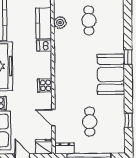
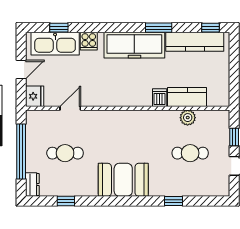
window: (128, 57) -> (173, 201), moved
cooker: (45, 85) -> (110, 98), removed
dresser: (65, 148) -> (32, 185), moved

